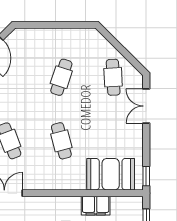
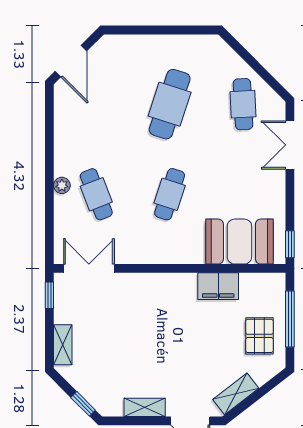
cafe table: (61, 77) -> (170, 104), width x1.37, depth x1.35
cafe table: (61, 141) -> (170, 194), turned 33

